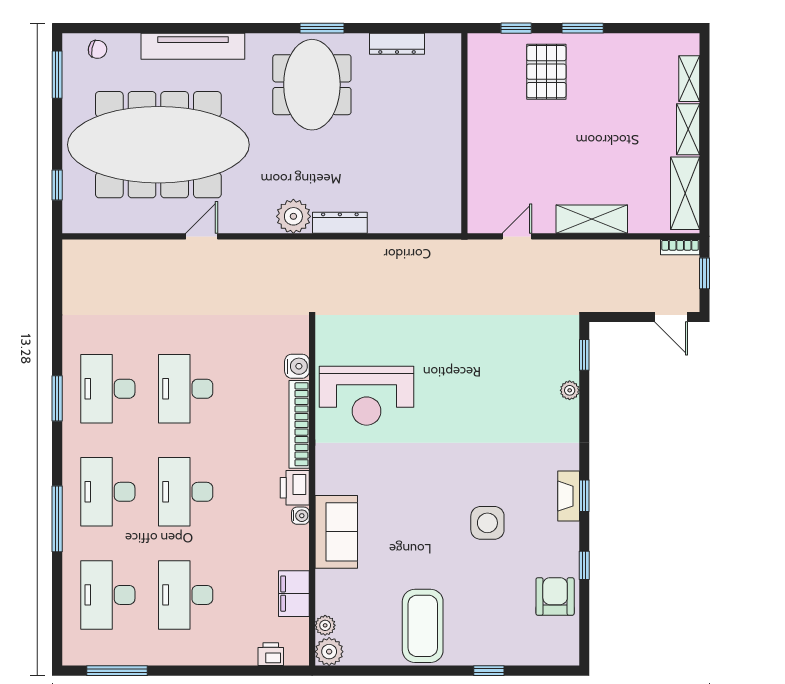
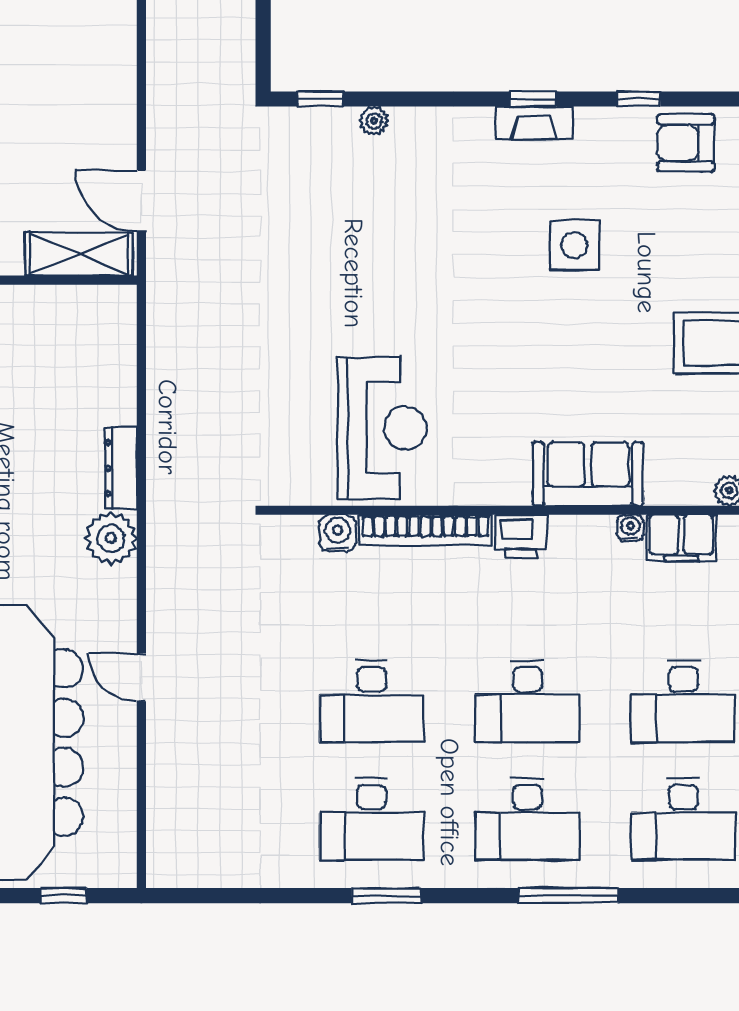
shelving: (592, 219) -> (79, 254), moved, turned 90
door: (517, 236) -> (141, 201), width x1.37
water cooler: (300, 516) -> (630, 528), moved

